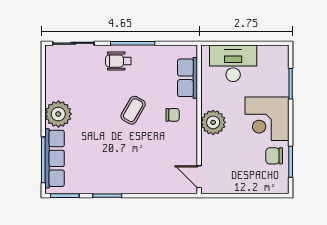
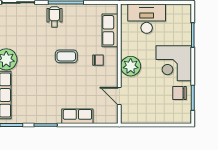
wheelchair: (118, 61) -> (54, 17), turned 90
coffee table: (133, 110) -> (66, 56), turned 60
door: (199, 177) -> (119, 96), moved
row of seats: (147, 185) -> (77, 116), added

